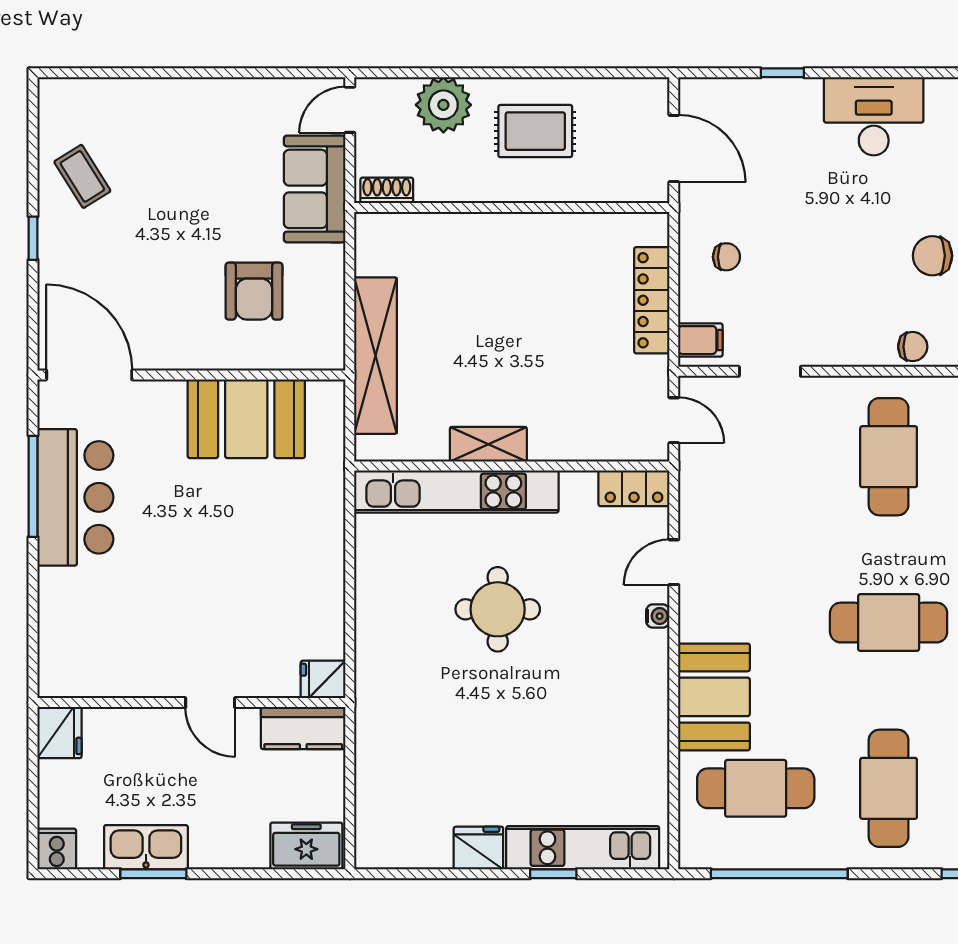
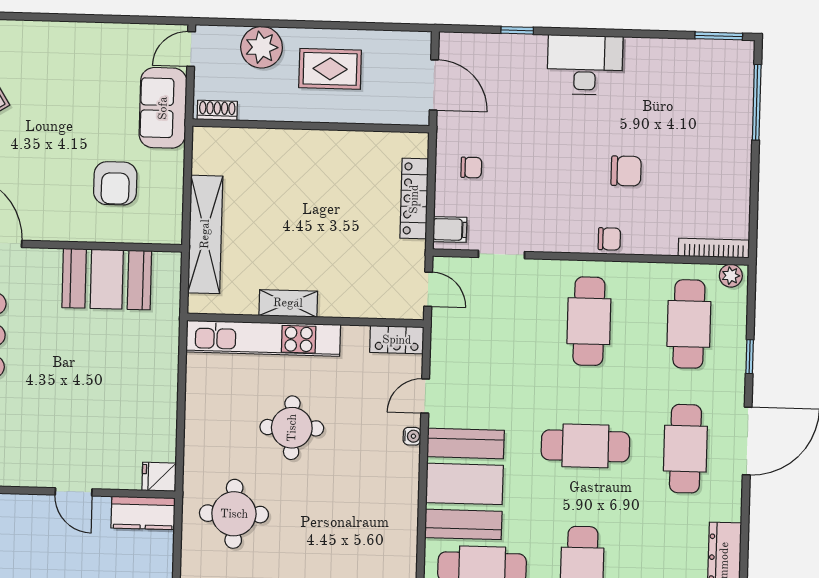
chair: (932, 256) -> (626, 171), turned 180
booth: (714, 697) -> (464, 484), width x1.36, depth x1.42
round table: (424, 726) -> (234, 514), added

